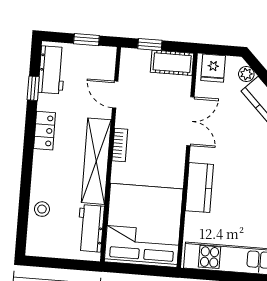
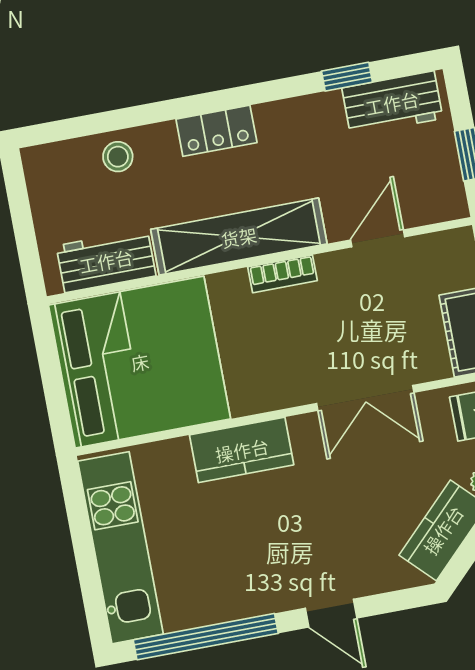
locker: (45, 131) -> (216, 131), moved

